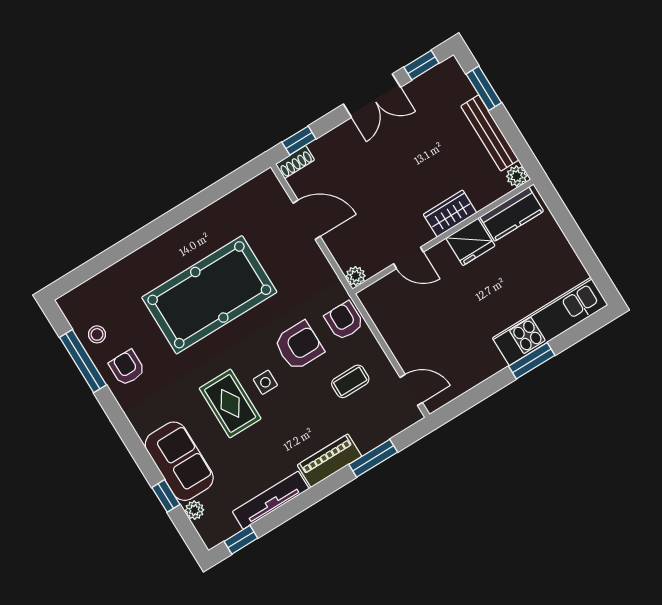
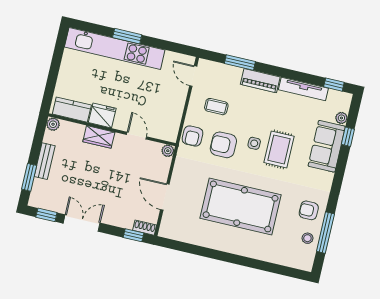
bench: (490, 133) -> (45, 161), width x0.73
kitchen unit: (550, 321) -> (115, 48), width x1.36
armchair: (127, 368) -> (309, 210), turned 90

